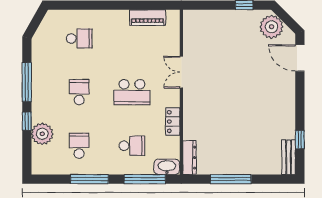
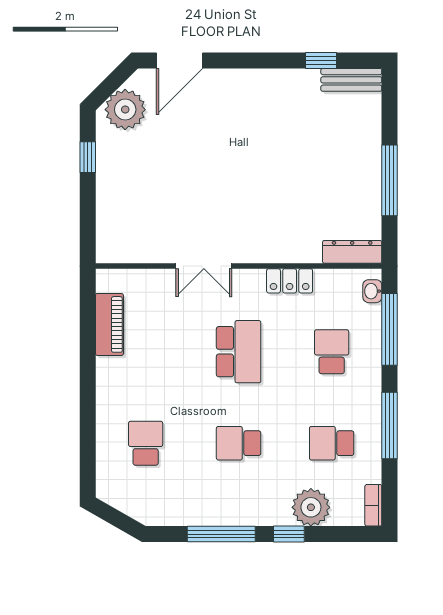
washbasin: (167, 167) -> (372, 291), width x0.52, depth x0.69
bookcase: (43, 170) -> (373, 505), added

